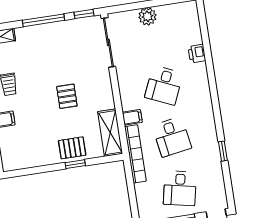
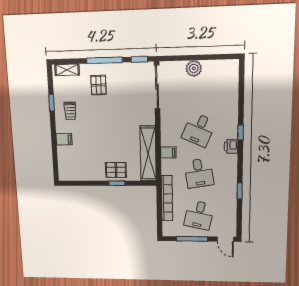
printer: (197, 54) -> (231, 146), moved
window: (212, 82) -> (241, 132), added
pallet: (67, 96) -> (98, 85), moved
shelving: (110, 133) -> (148, 154), width x1.47
bookcase: (135, 154) -> (167, 198), moved

